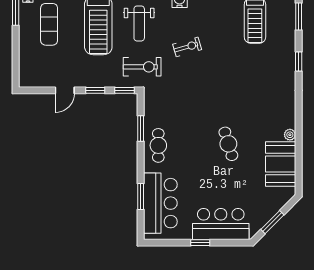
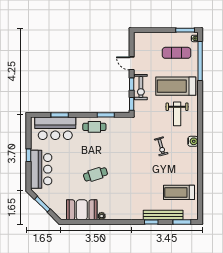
weight bench: (139, 23) -> (177, 114), turned -90
bench: (288, 44) -> (163, 215), added
exercise bike: (142, 67) -> (141, 87), moved

